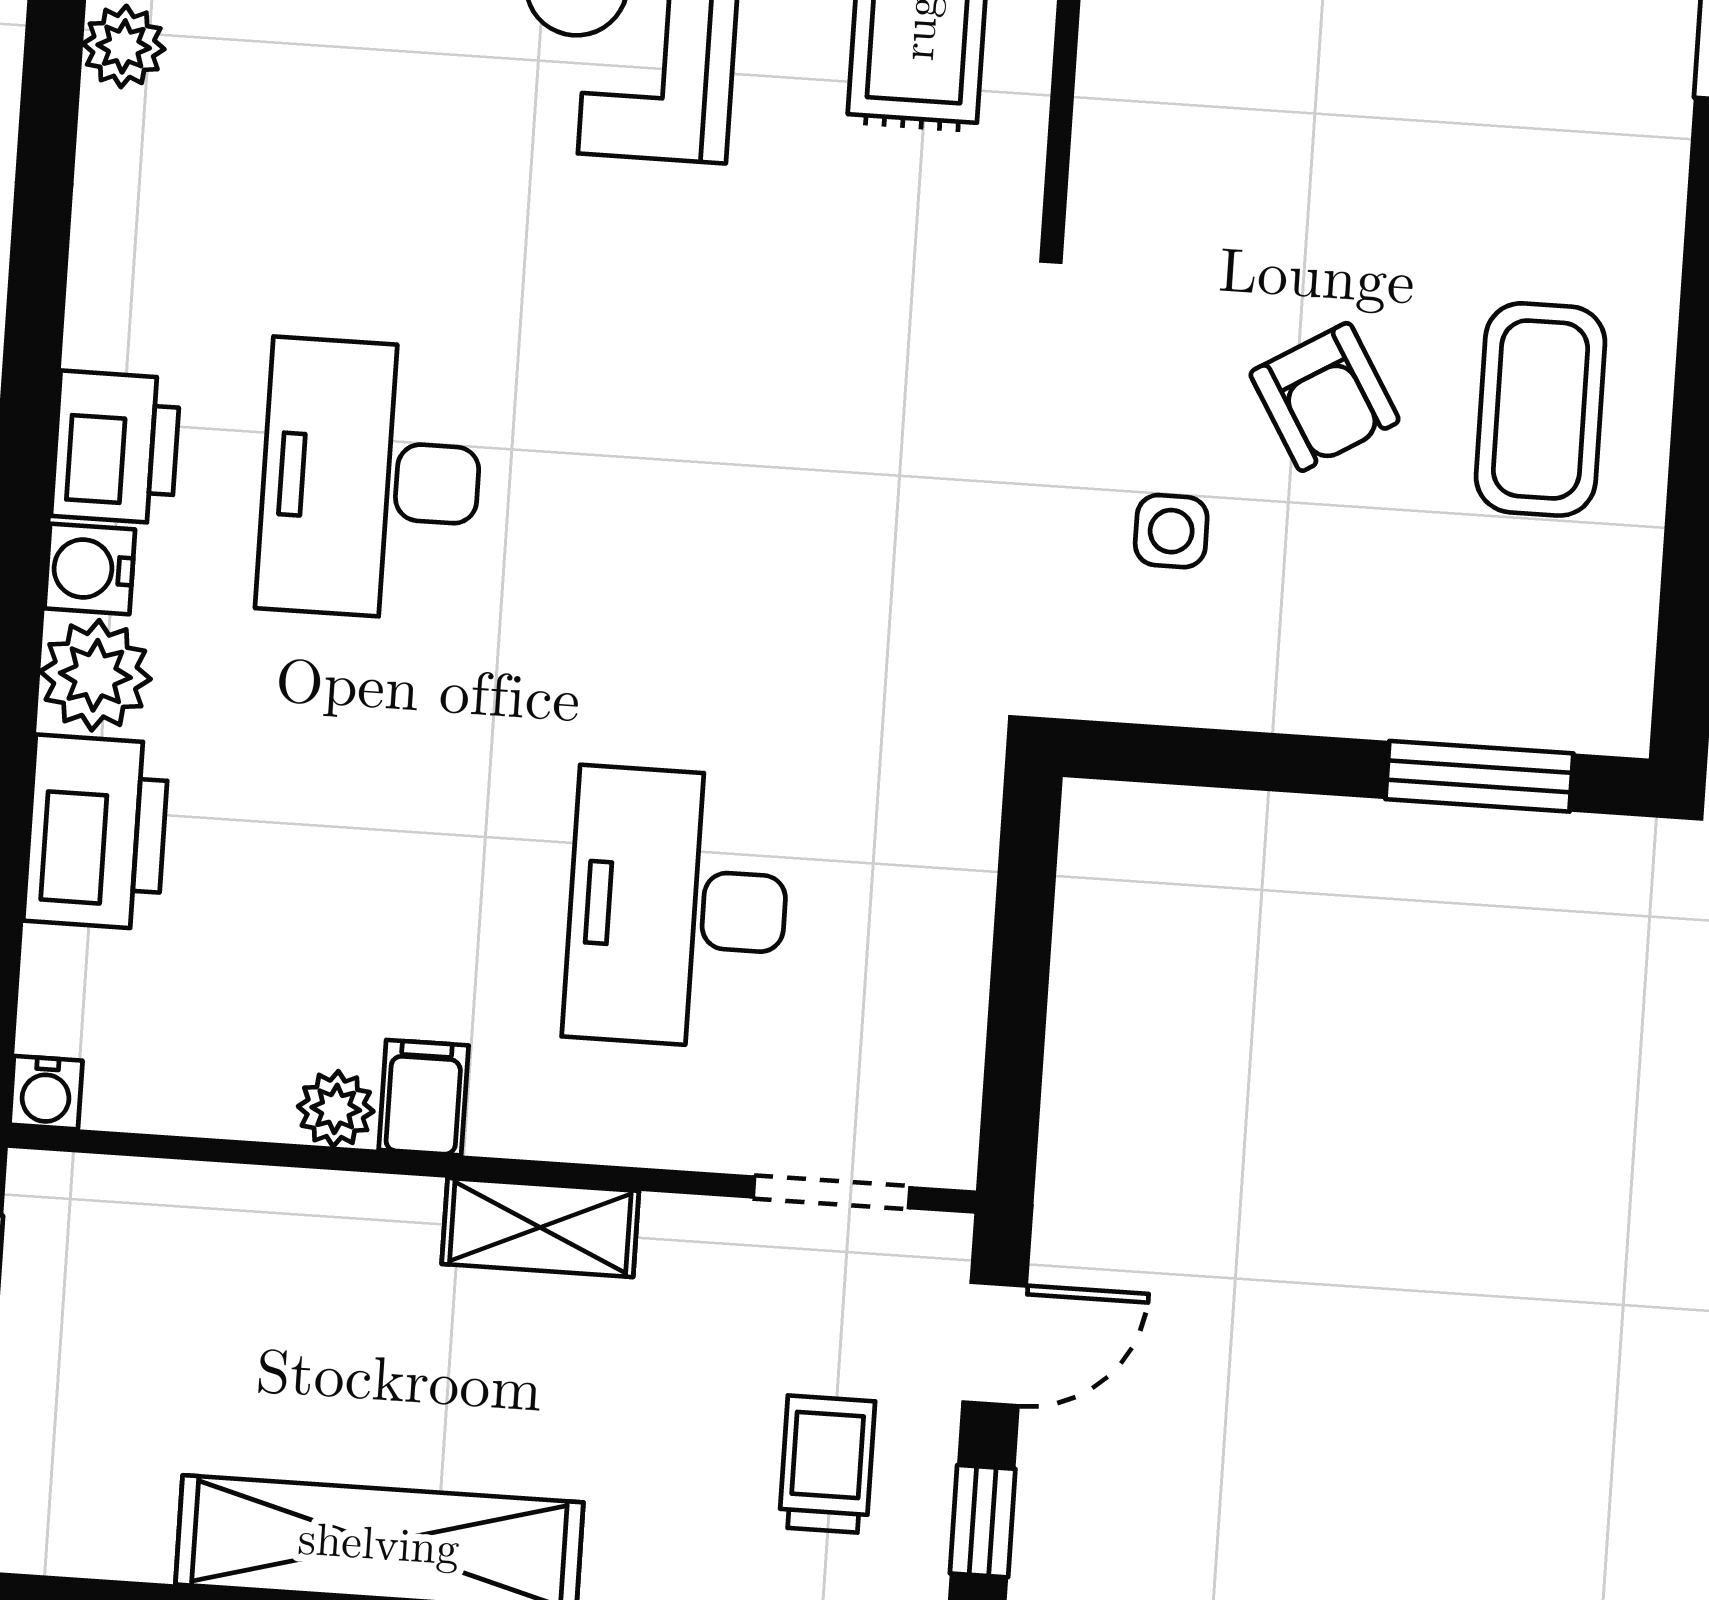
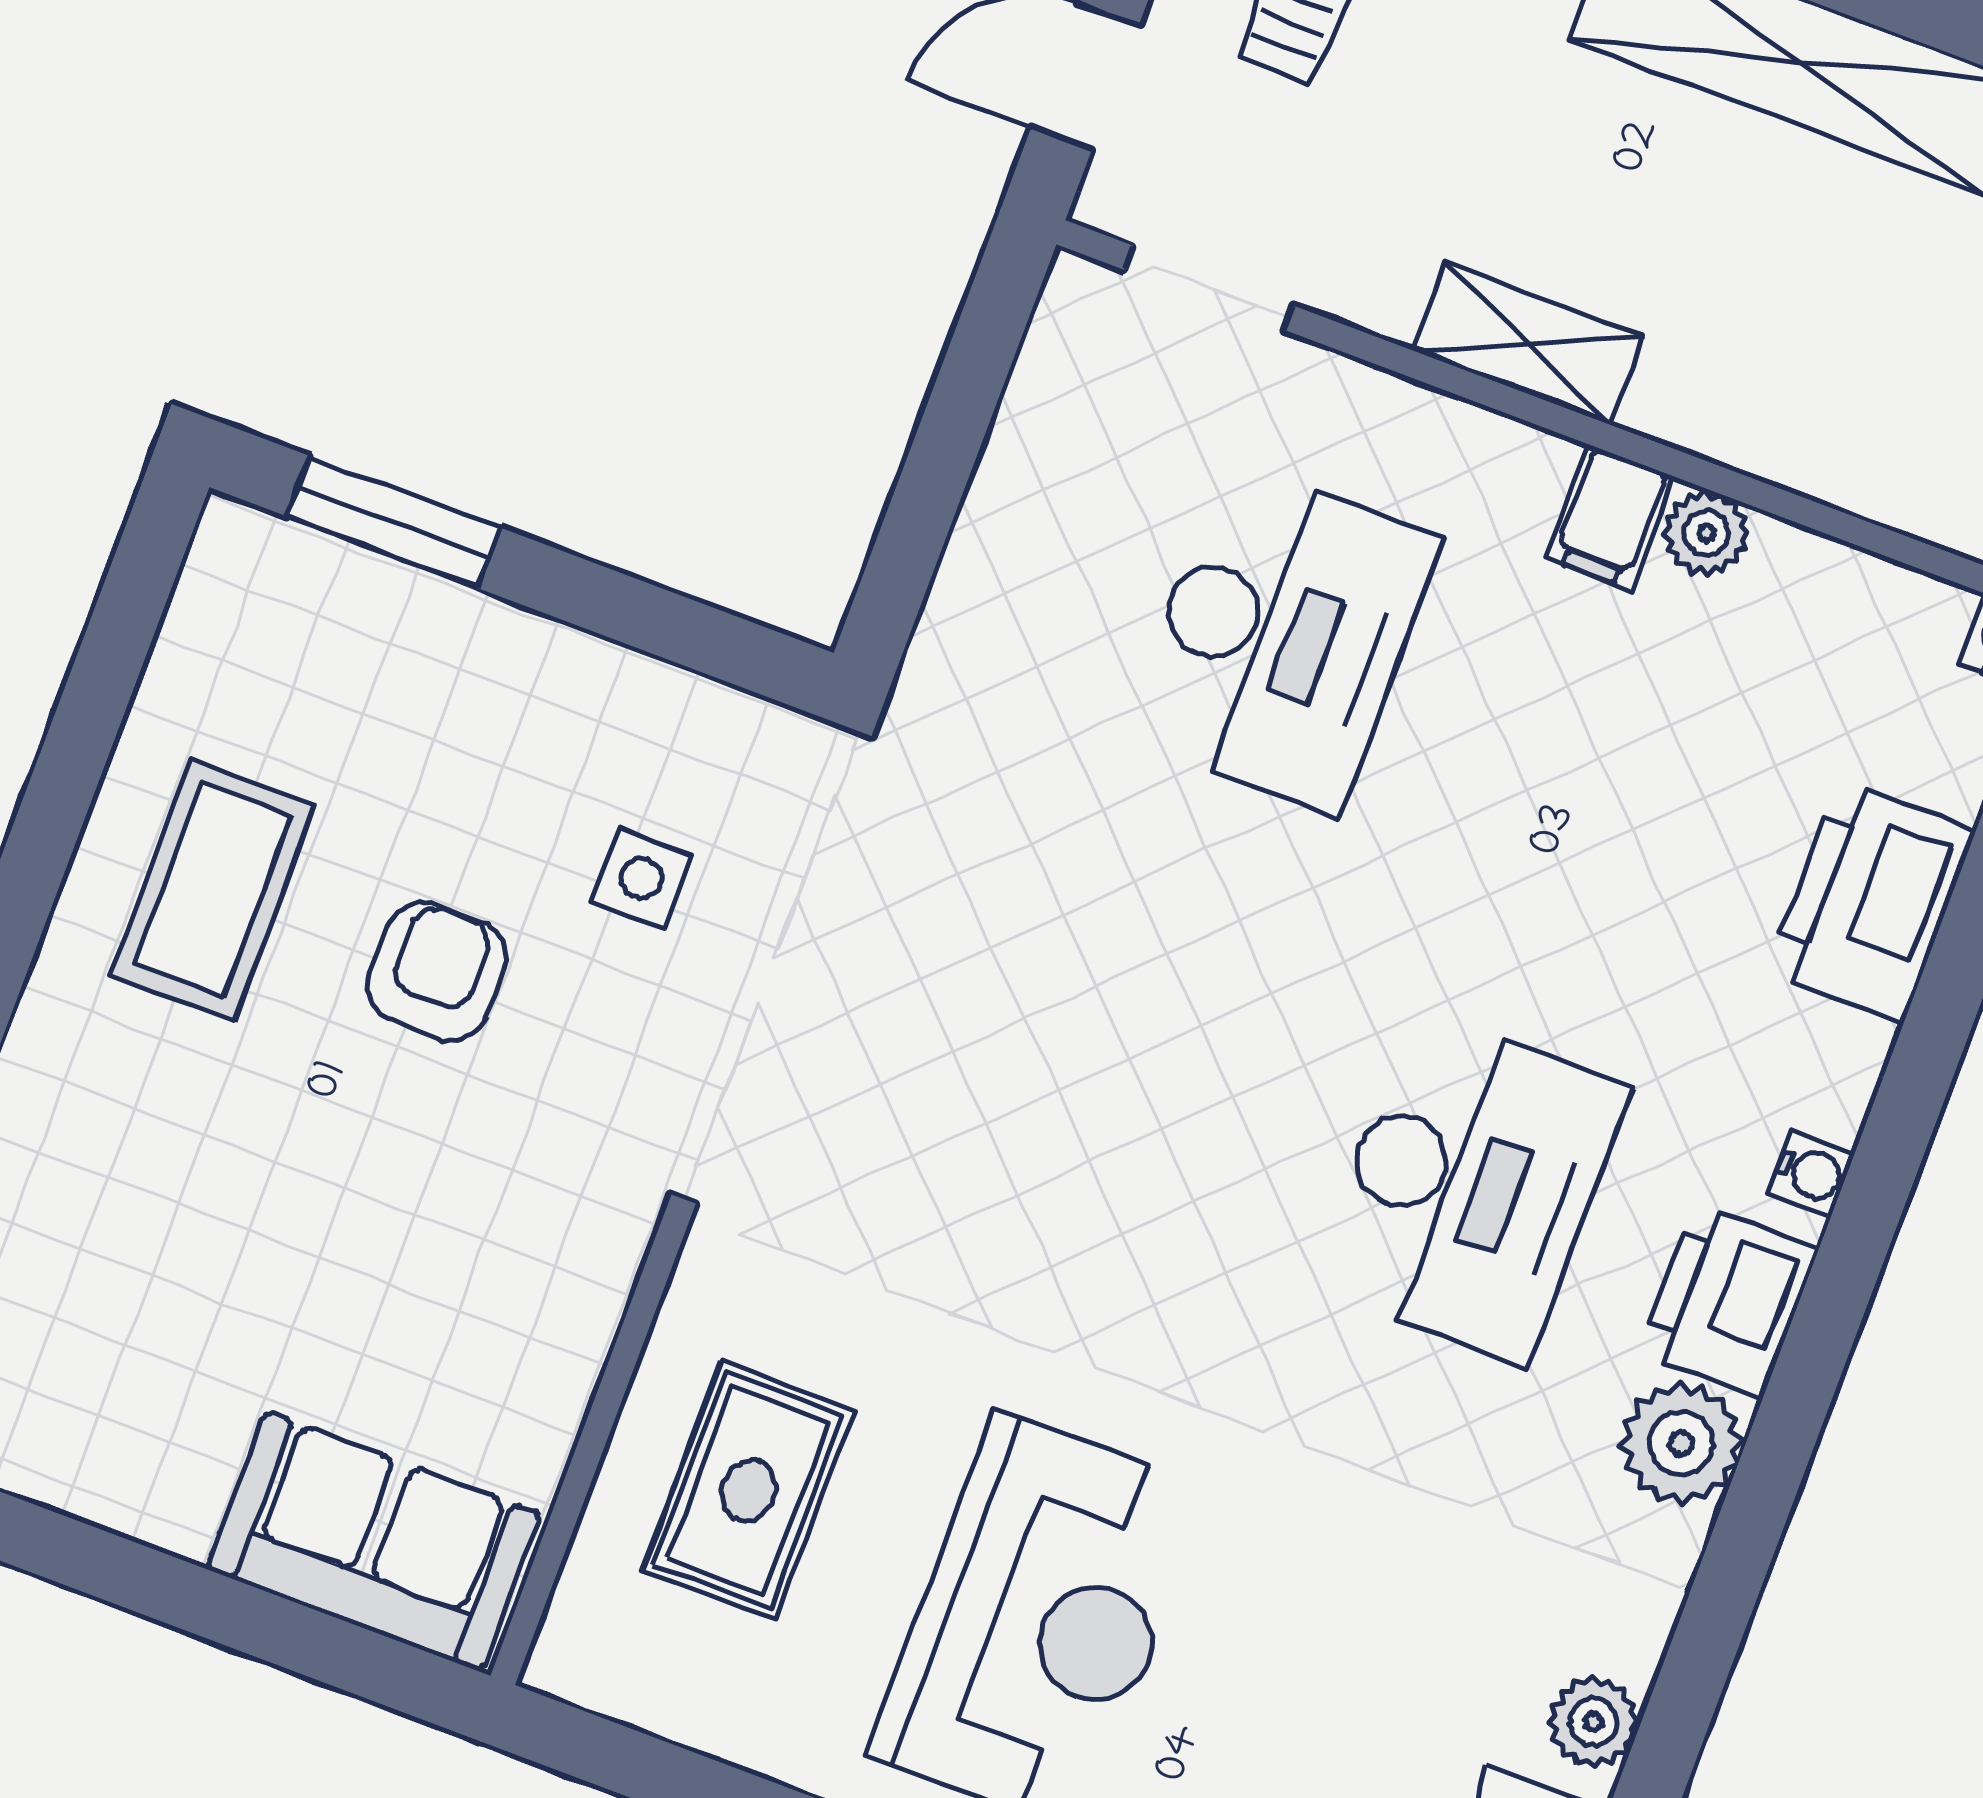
armchair: (1325, 397) -> (437, 971), turned 31
water cooler: (90, 569) -> (1811, 1173), width x0.72, depth x0.72
plant: (95, 675) -> (1681, 1443), moved

